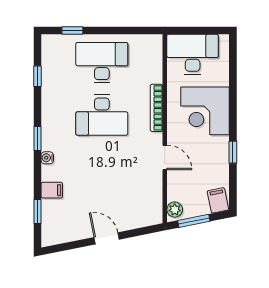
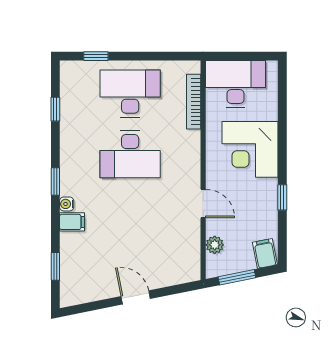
bookcase: (156, 108) -> (194, 102), moved
filing cabinet: (52, 190) -> (72, 222), moved
plant: (175, 210) -> (215, 245), moved

